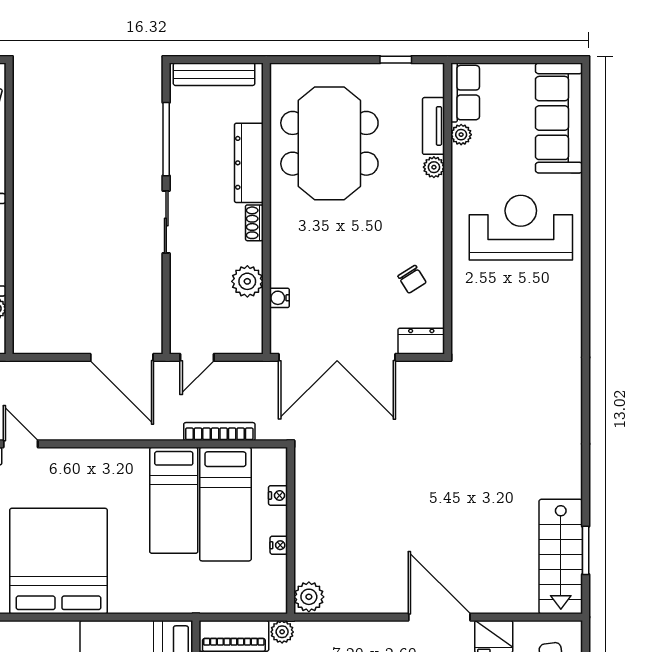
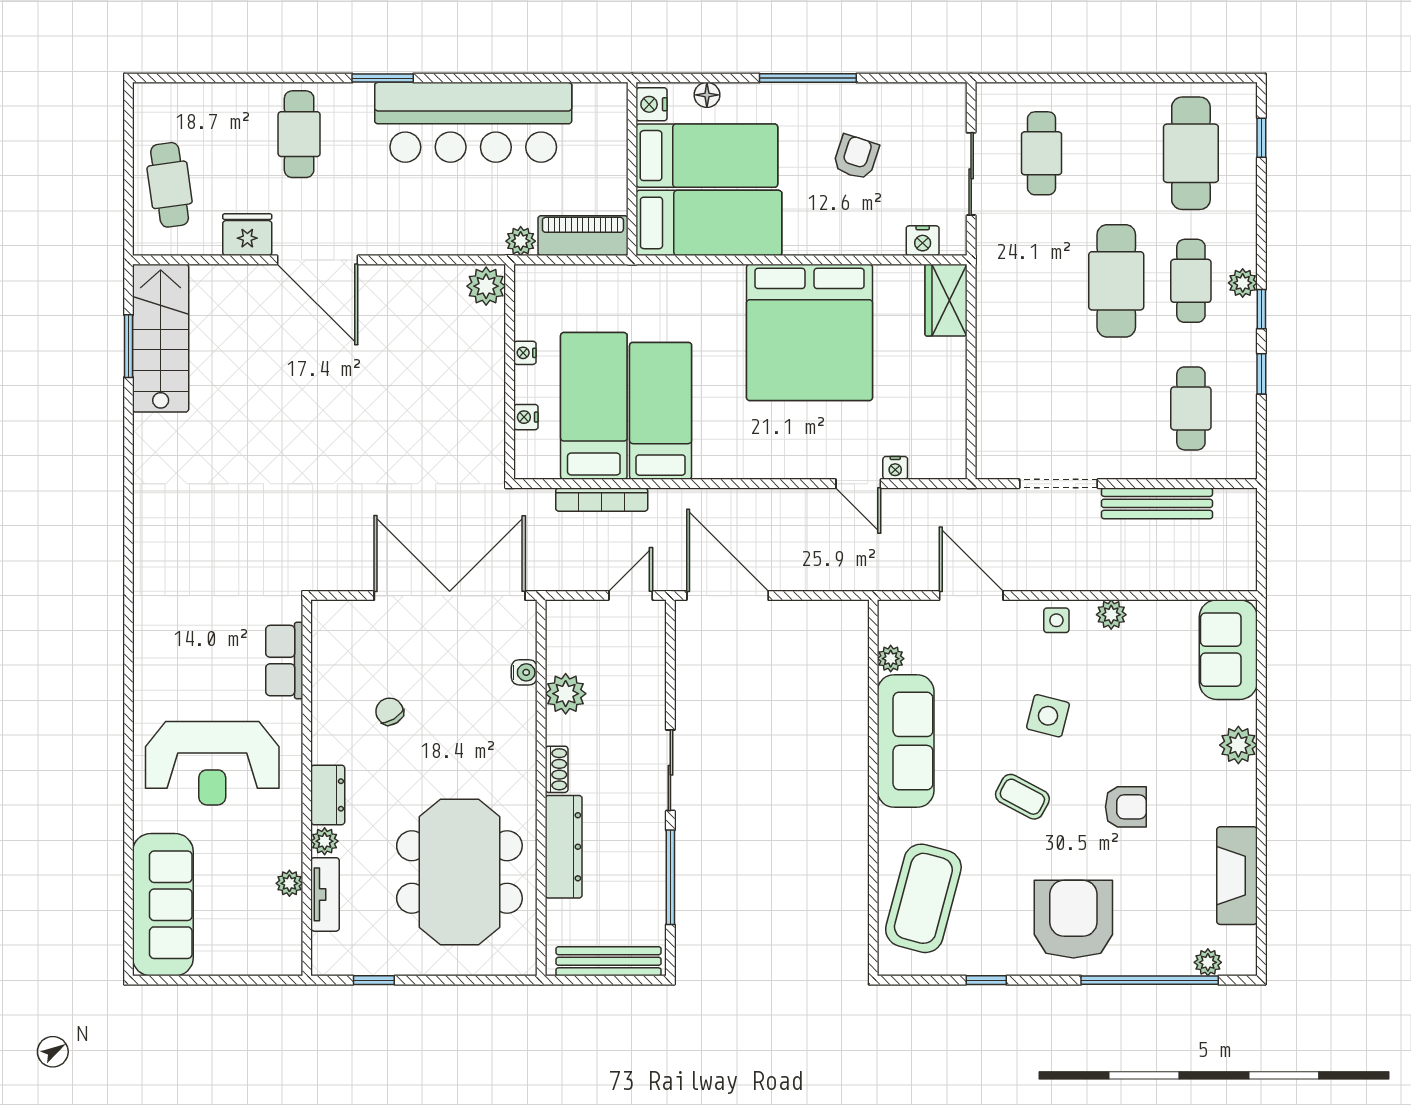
row of seats: (465, 93) -> (284, 661), moved
chair: (412, 279) -> (390, 711), moved
dresser: (421, 341) -> (328, 795), moved, turned -90

